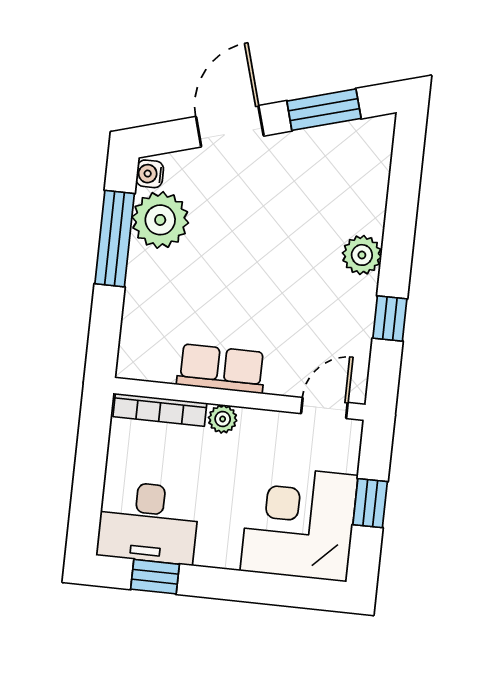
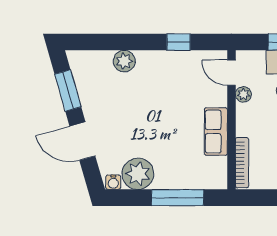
window: (115, 239) -> (178, 198), moved
plant: (362, 255) -> (124, 61), moved
plant: (223, 419) -> (243, 94), moved

